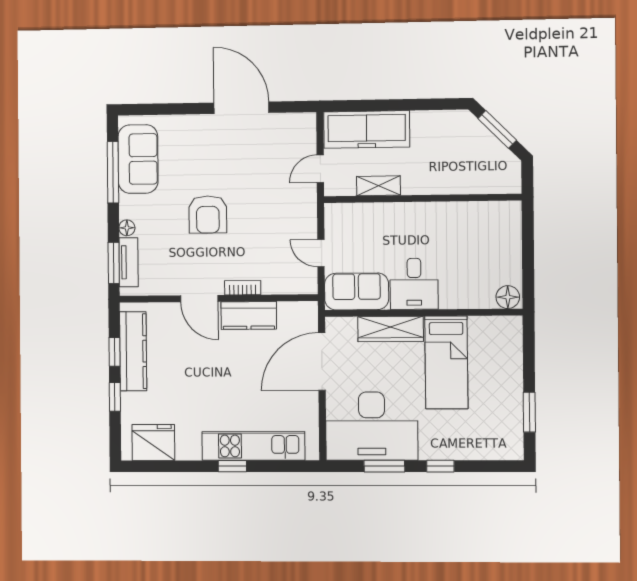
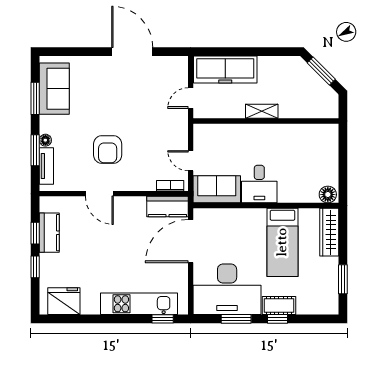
window: (113, 172) -> (35, 98), width x0.69
shelving: (378, 186) -> (262, 111), moved
armchair: (208, 214) -> (108, 150), moved
window: (114, 263) -> (35, 150), moved
bookcase: (243, 288) -> (170, 186), moved
kitchen counter: (249, 315) -> (167, 207), moved
wardrobe: (391, 329) -> (329, 232), moved, turned 90
kitchen counter: (133, 351) -> (49, 233), width x0.67
cot: (442, 448) -> (279, 306), added
window: (232, 466) -> (163, 319), moved

